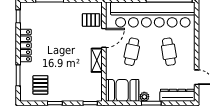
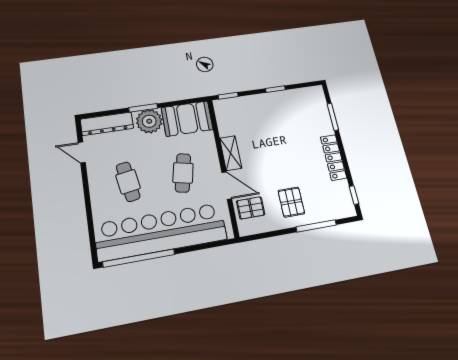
door: (104, 38) -> (227, 186), swing flipped
pallet: (40, 85) -> (291, 202), moved
plant: (144, 97) -> (149, 121), width x1.88, depth x1.88

